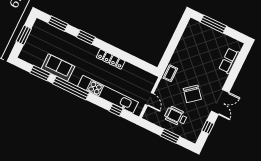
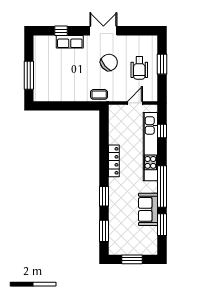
row of seats: (229, 61) -> (70, 42), moved
window: (208, 127) -> (61, 31), moved

